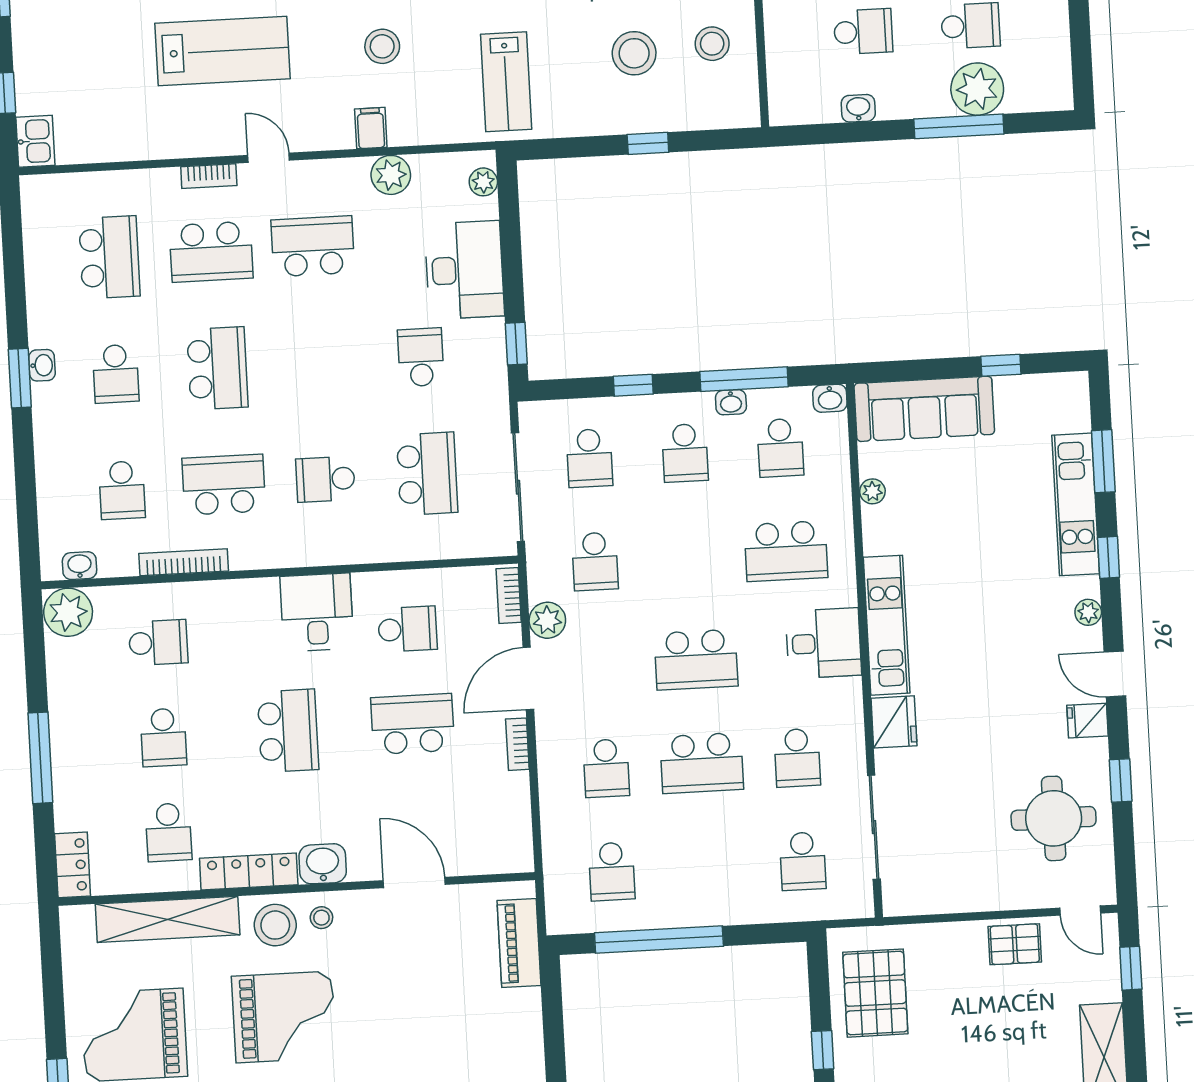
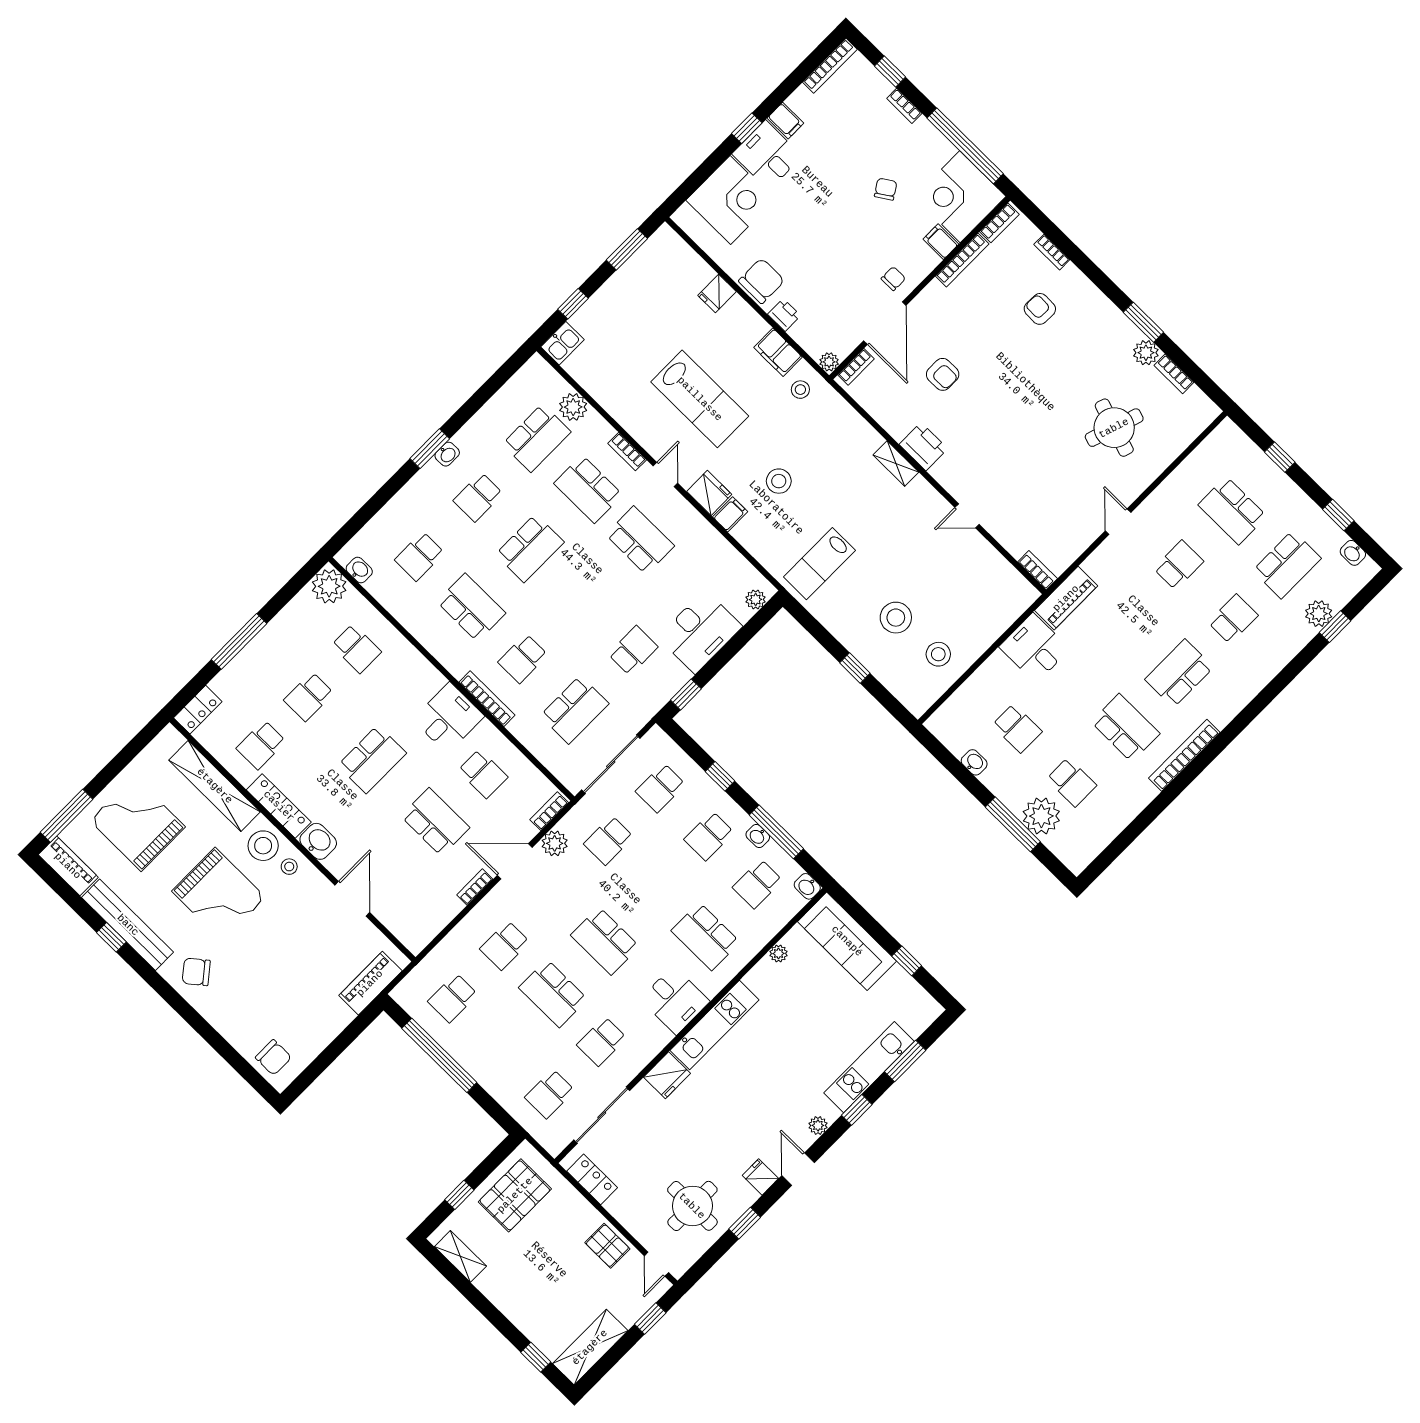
fridge: (329, 130) -> (709, 493), added
plant: (391, 175) -> (573, 407), moved
school desk: (325, 479) -> (523, 659), turned -90
bookcase: (184, 562) -> (487, 699), moved
locker: (931, 898) -> (592, 1179), added

